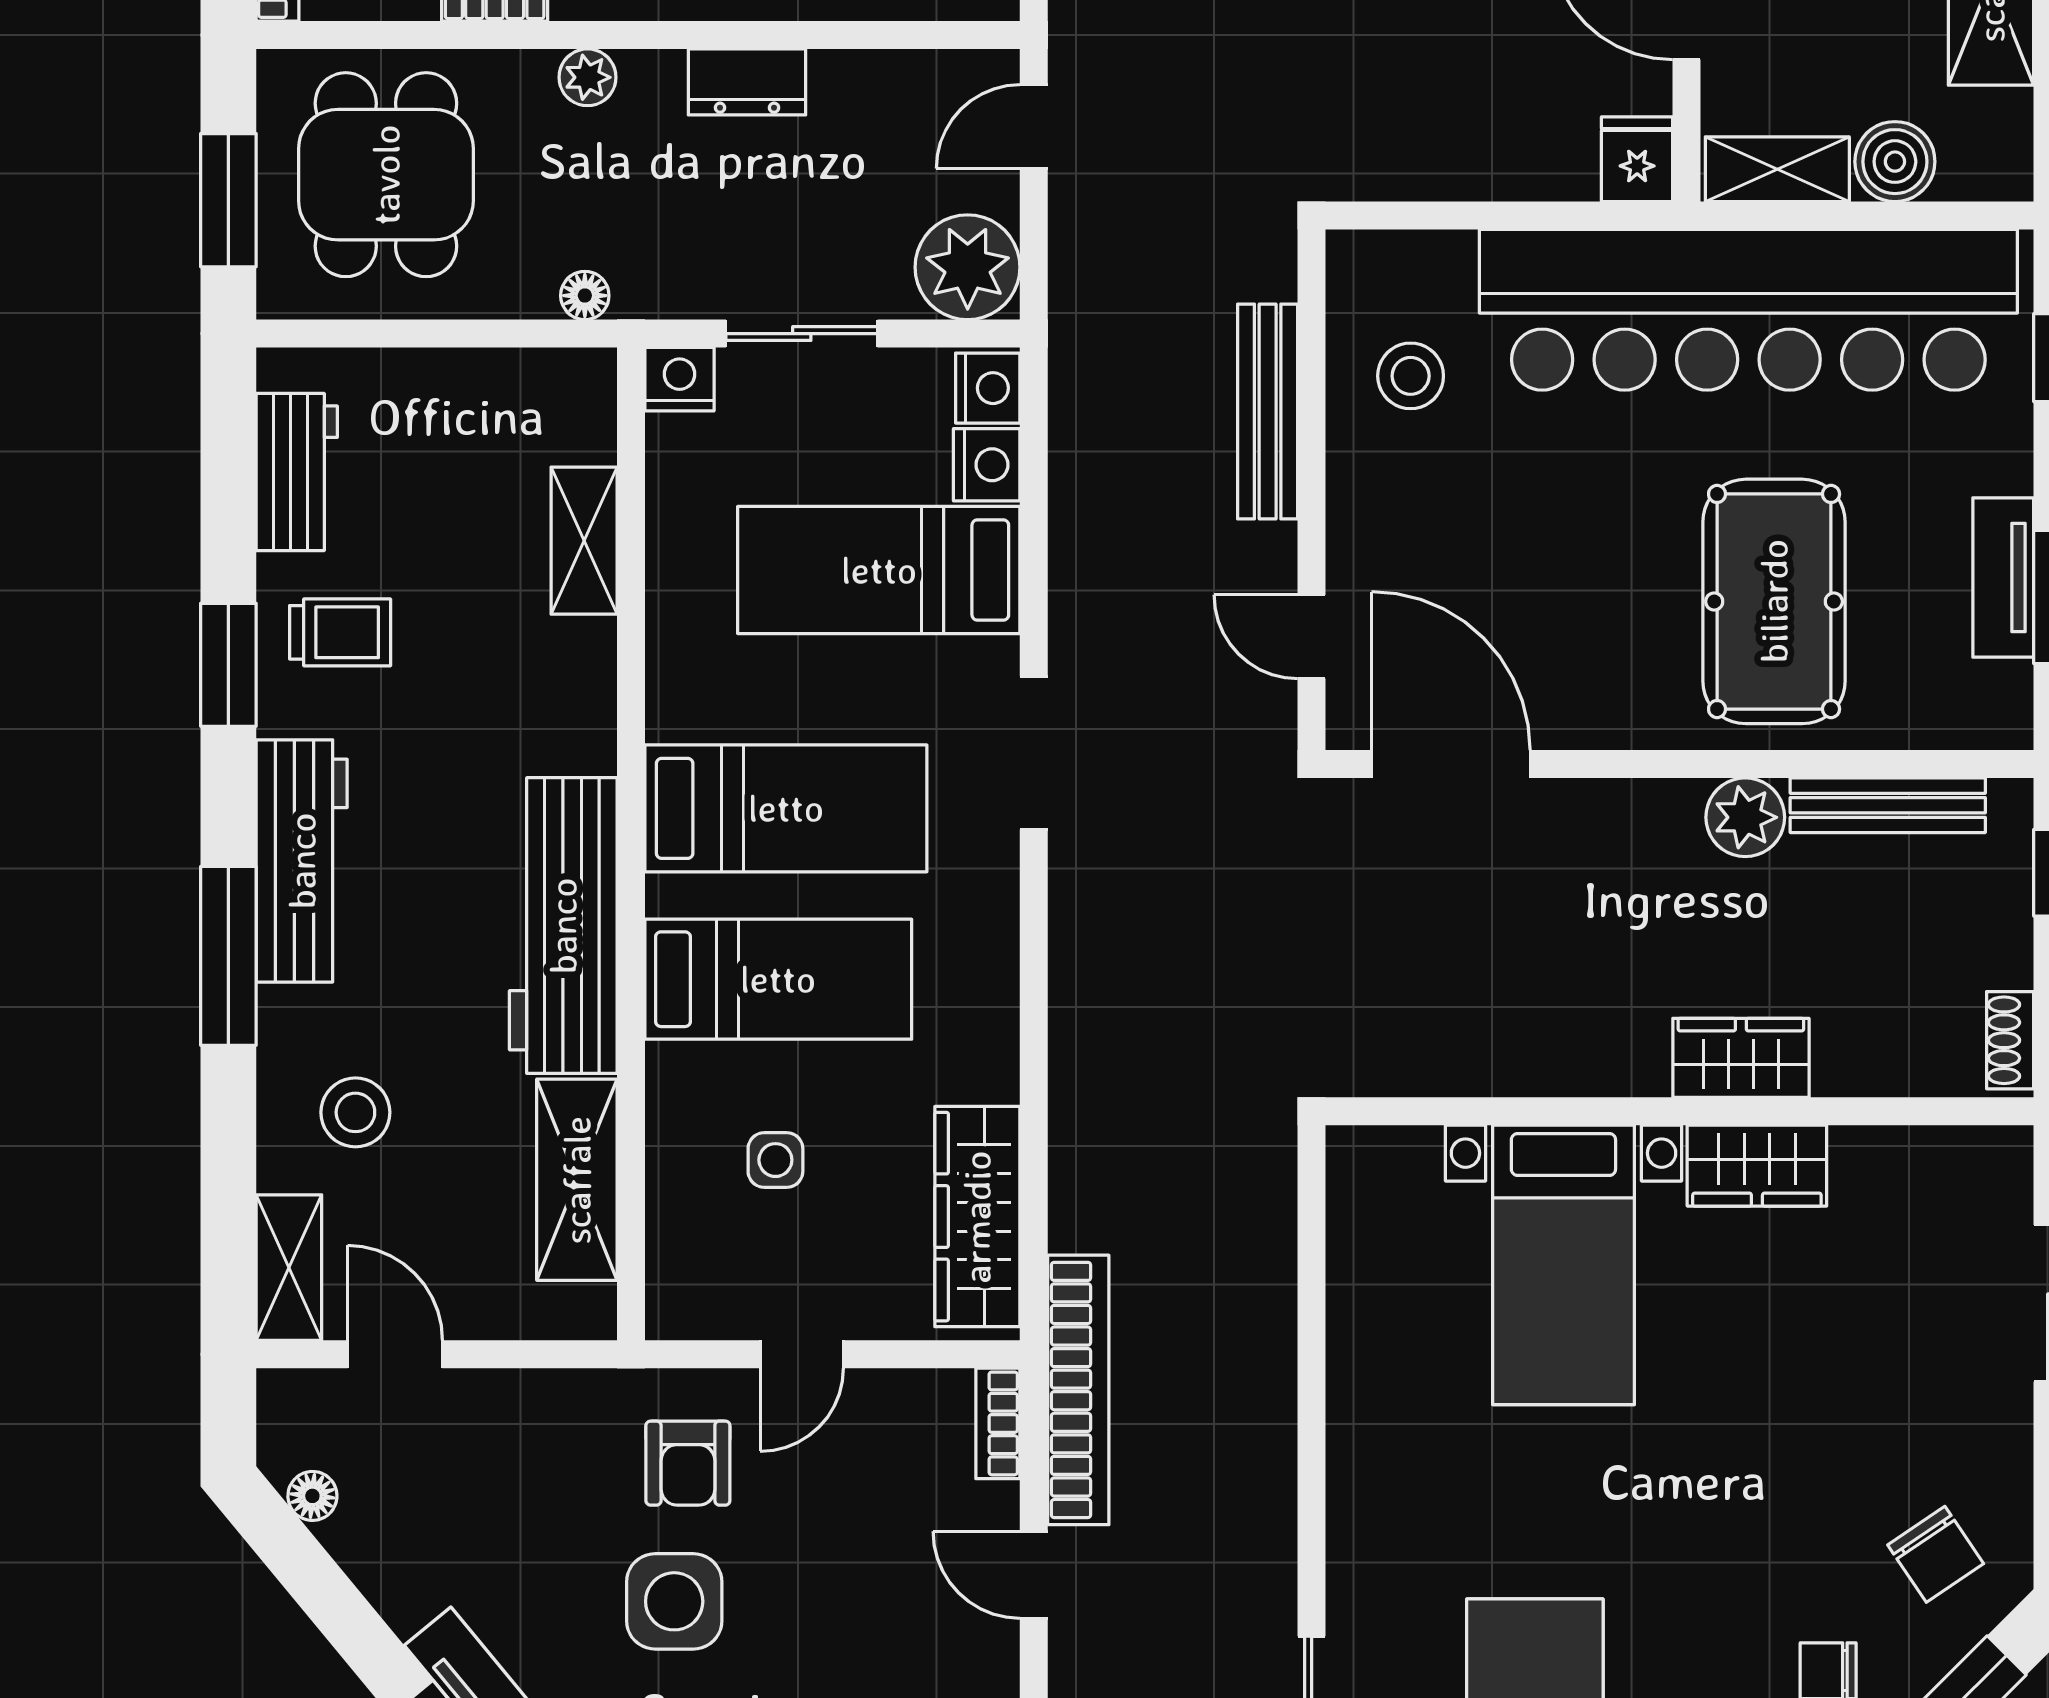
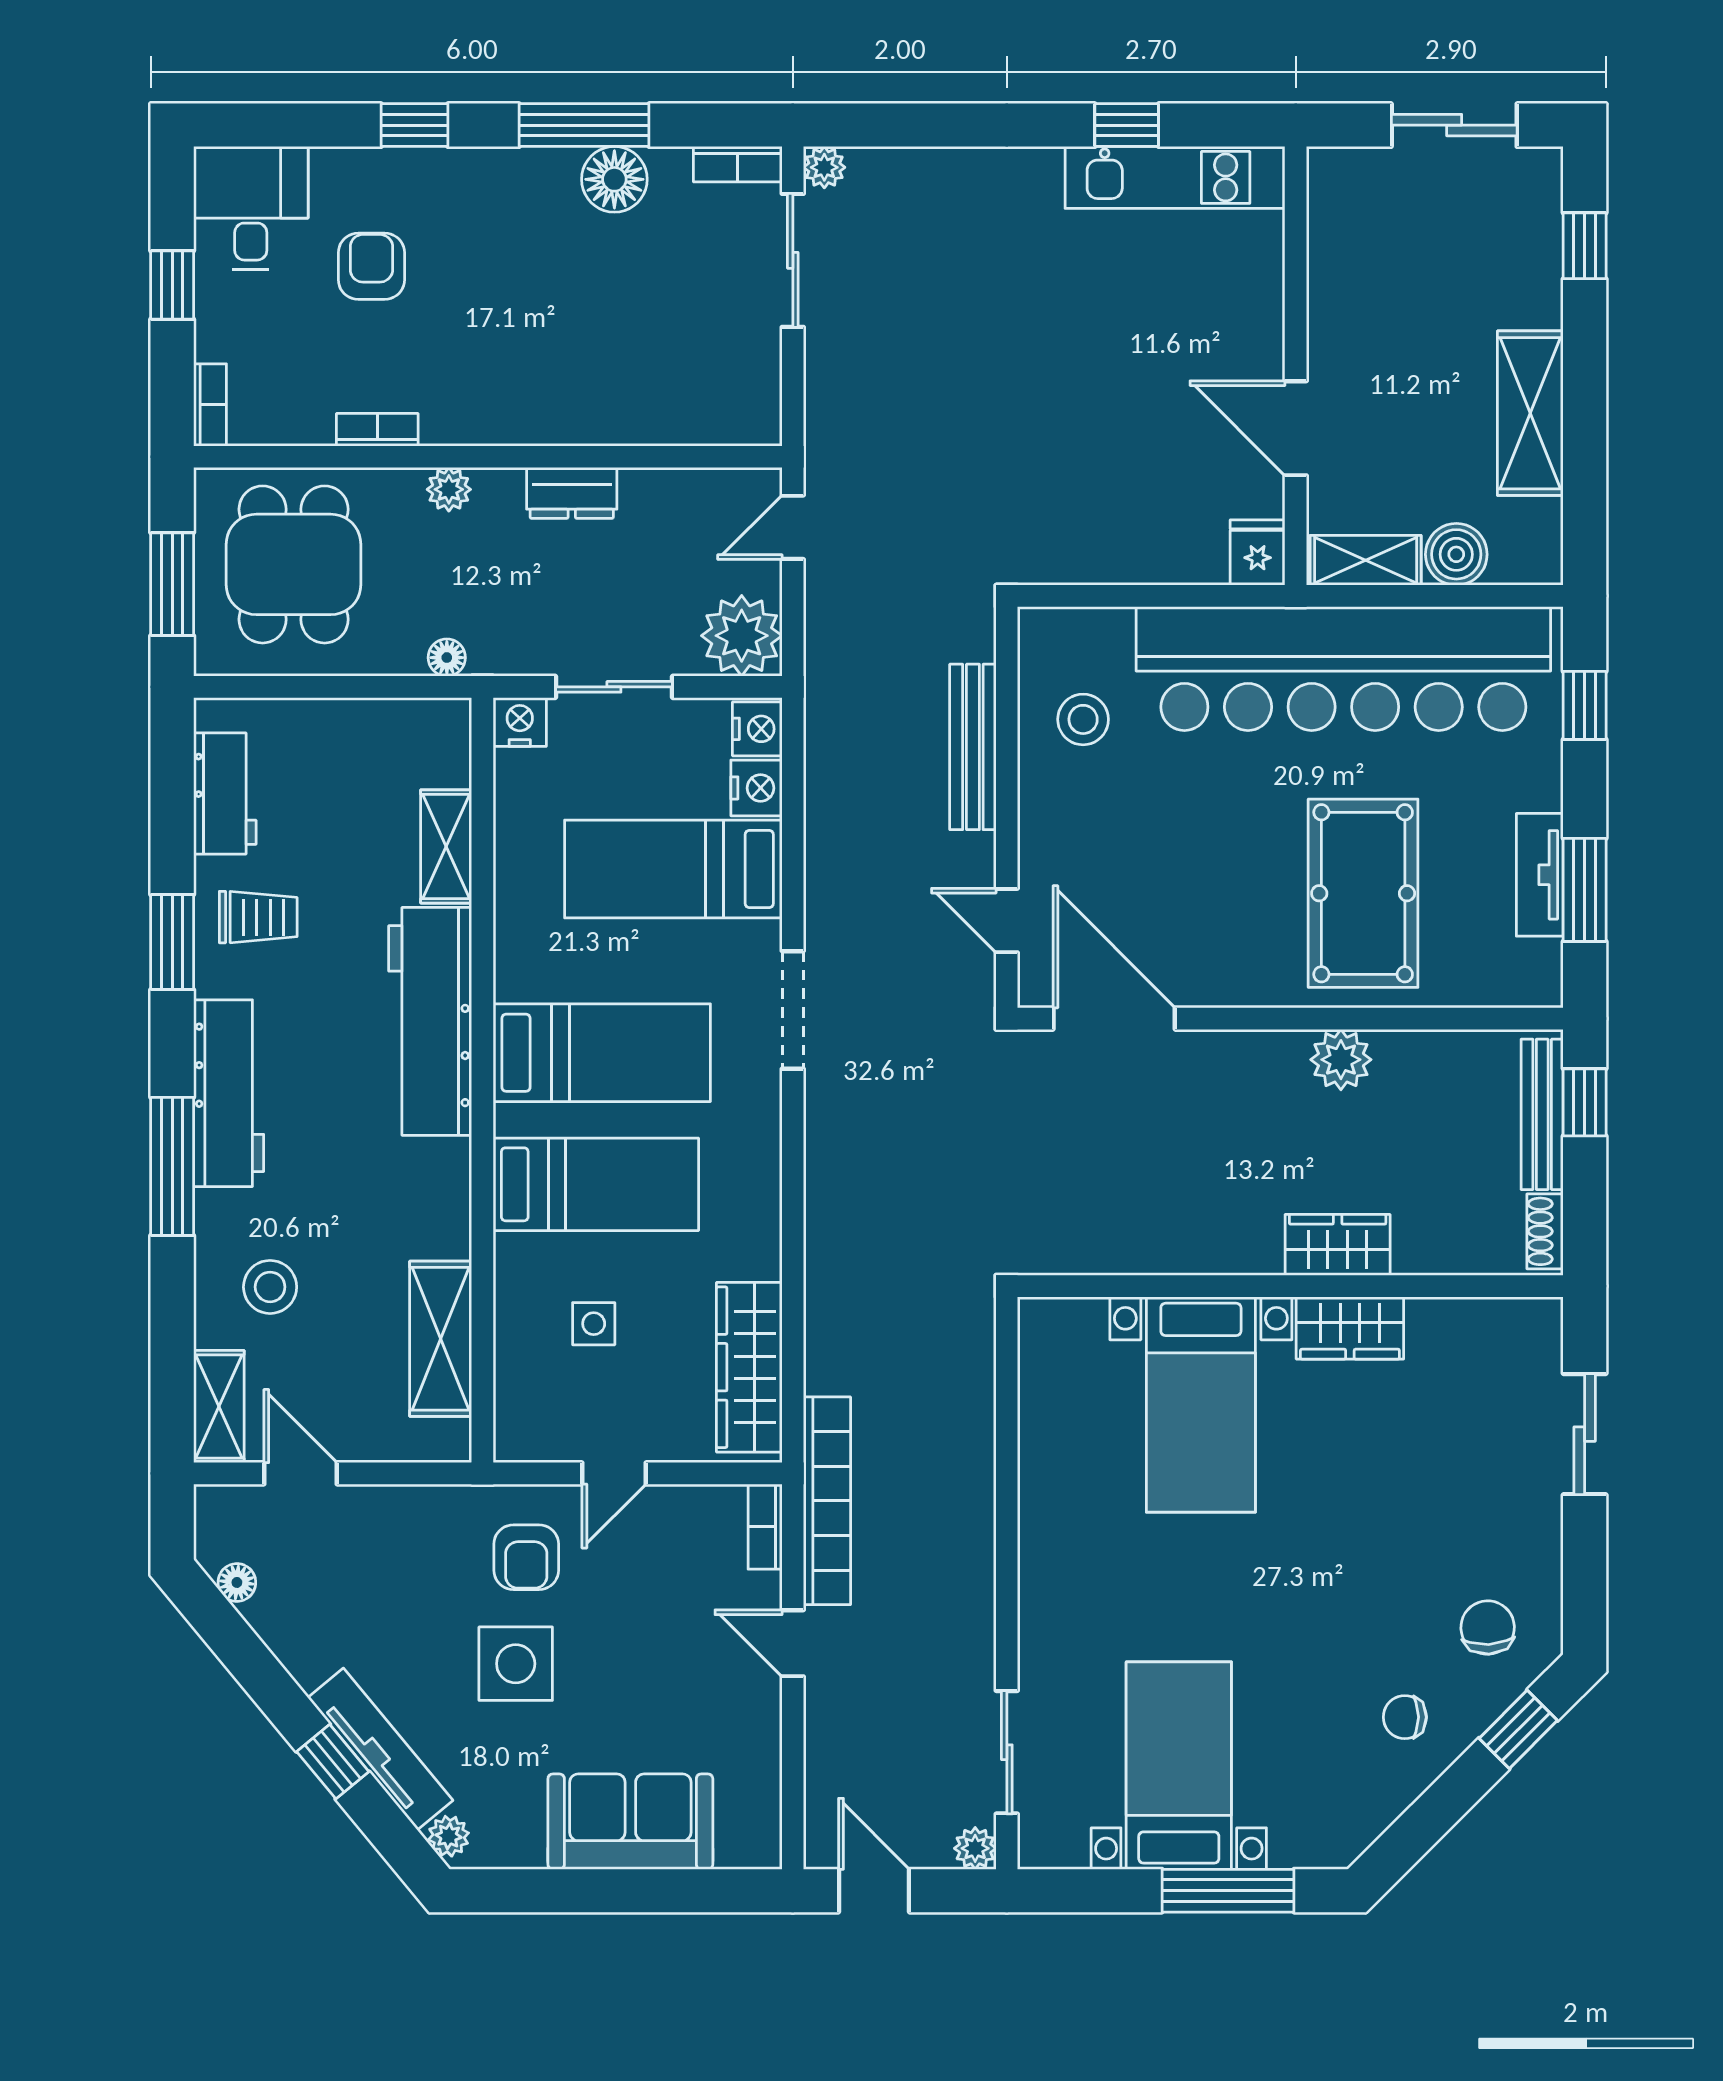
bench: (1888, 805) -> (1542, 1114), moved, turned 90
workbench: (563, 926) -> (430, 1021), moved
chair: (1936, 1554) -> (1488, 1627), turned -149

